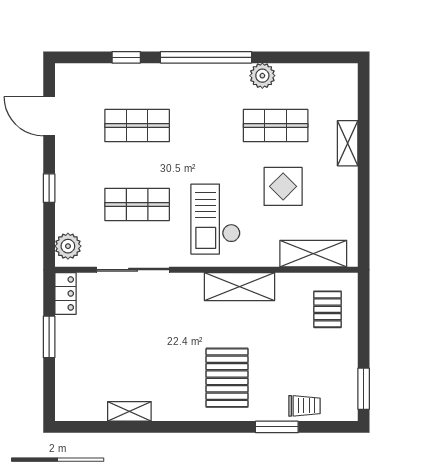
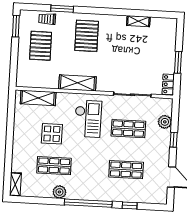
shelving: (348, 143) -> (15, 184), moved
plant: (68, 246) -> (165, 122), moved
pallet: (327, 309) -> (41, 46), moved, width x1.50, depth x1.42

